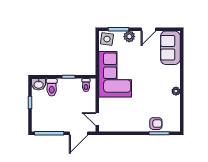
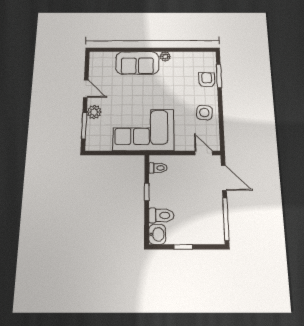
side table: (107, 39) -> (204, 113), moved
sofa: (170, 48) -> (137, 63), moved
door: (97, 119) -> (204, 153), swing flipped

